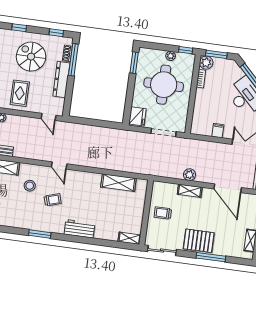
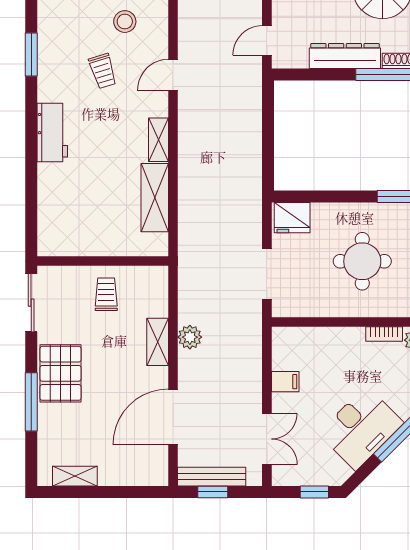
round table: (164, 85) -> (362, 261), width x0.73, depth x0.73
shelving: (129, 238) -> (159, 140), moved

